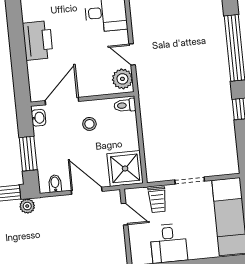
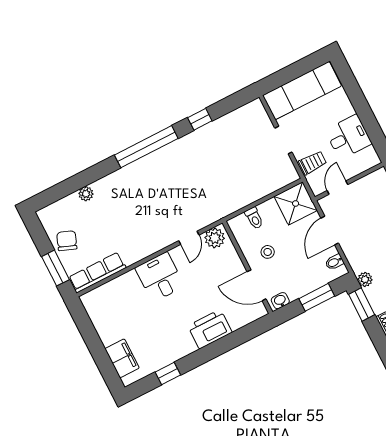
toilet: (125, 105) -> (254, 218), moved

